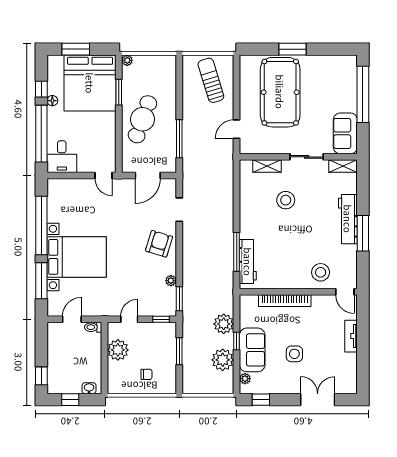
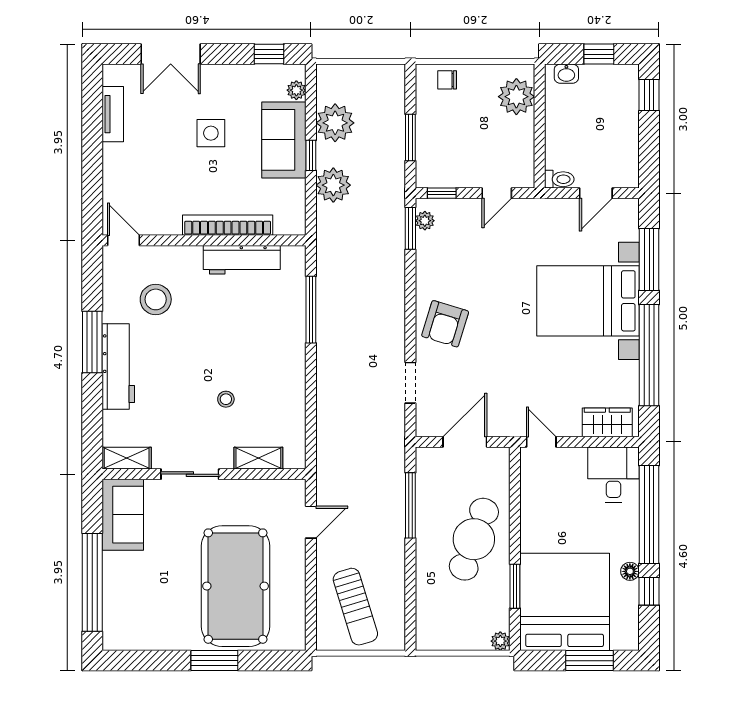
wardrobe: (65, 187) -> (607, 422), added
stool: (286, 200) -> (226, 399), width x0.53, depth x0.53
workbench: (248, 262) -> (242, 260), moved, turned -90
stool: (321, 272) -> (156, 299), moved
plant: (171, 281) -> (425, 221), moved
tv unit: (351, 336) -> (113, 114), moved
plant: (118, 350) -> (516, 97), moved
chair: (146, 374) -> (447, 80), moved

